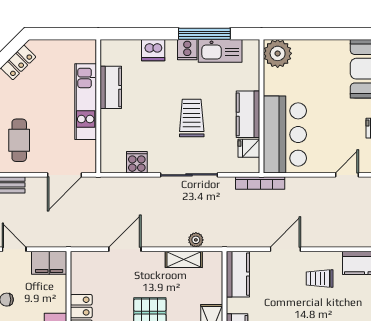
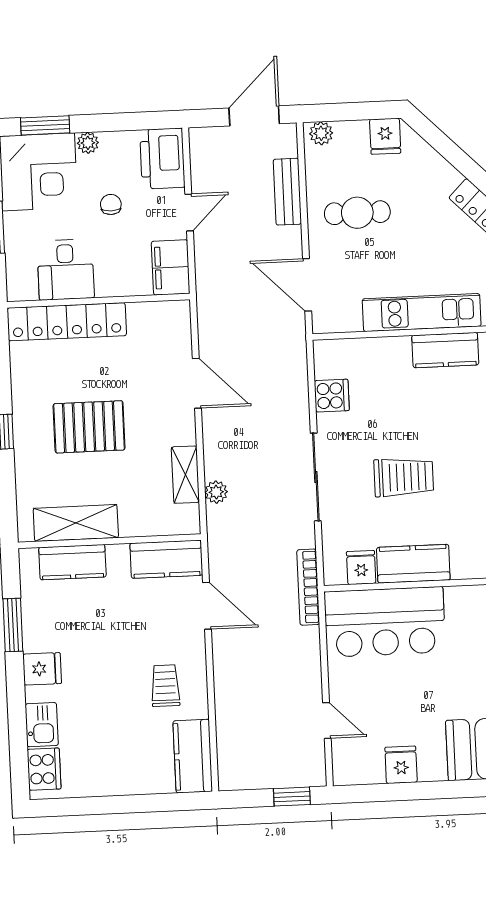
door: (285, 249) -> (207, 606), moved

